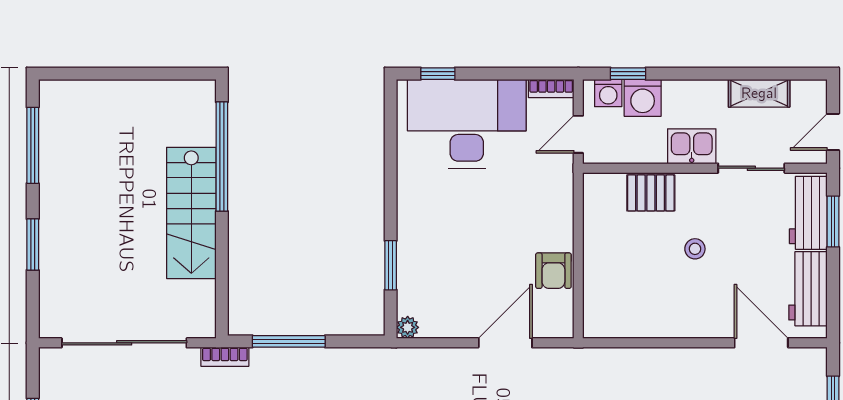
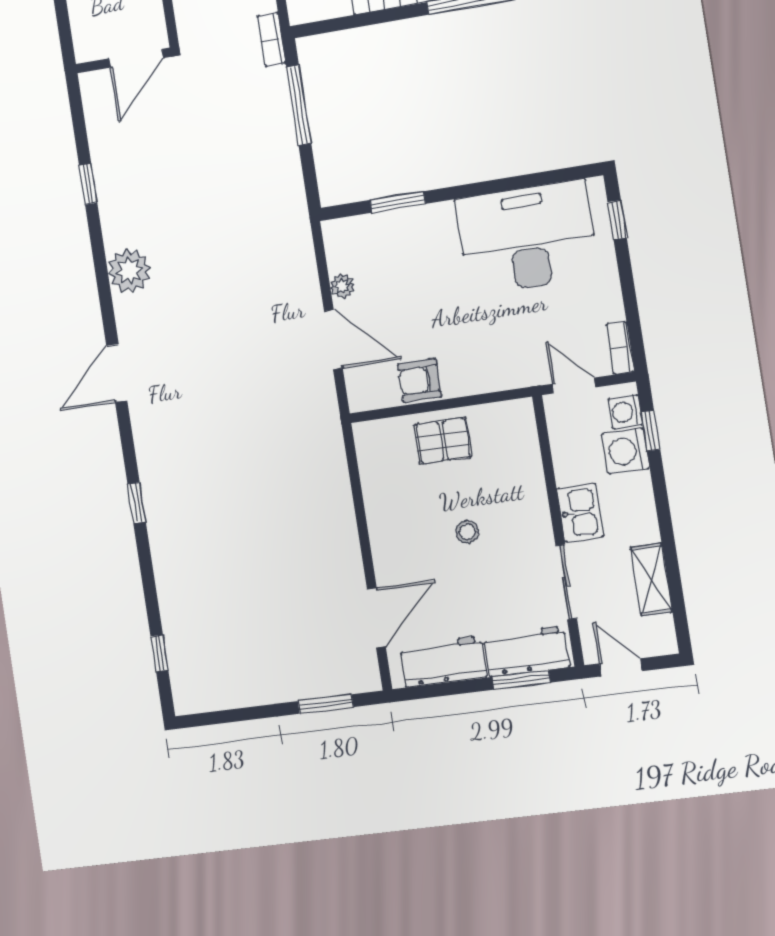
desk: (467, 124) -> (527, 238), moved, turned -90
pallet: (651, 193) -> (443, 441), moved, turned 90
plant: (408, 327) -> (342, 286), moved

